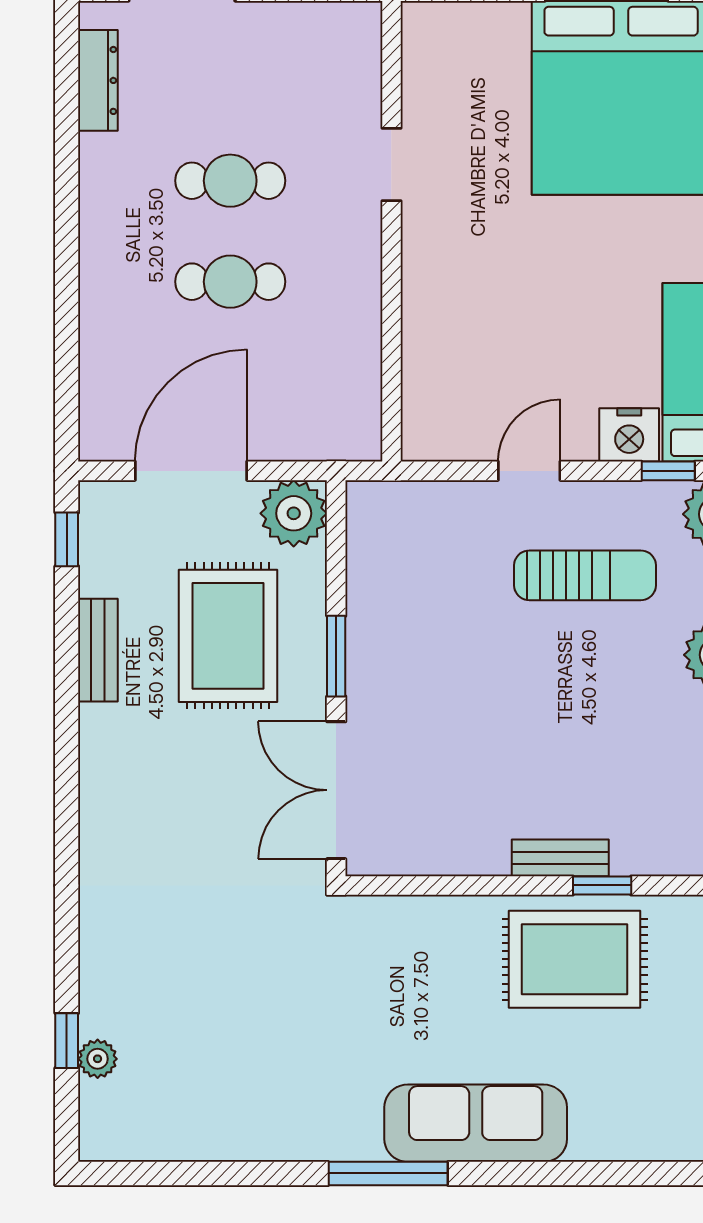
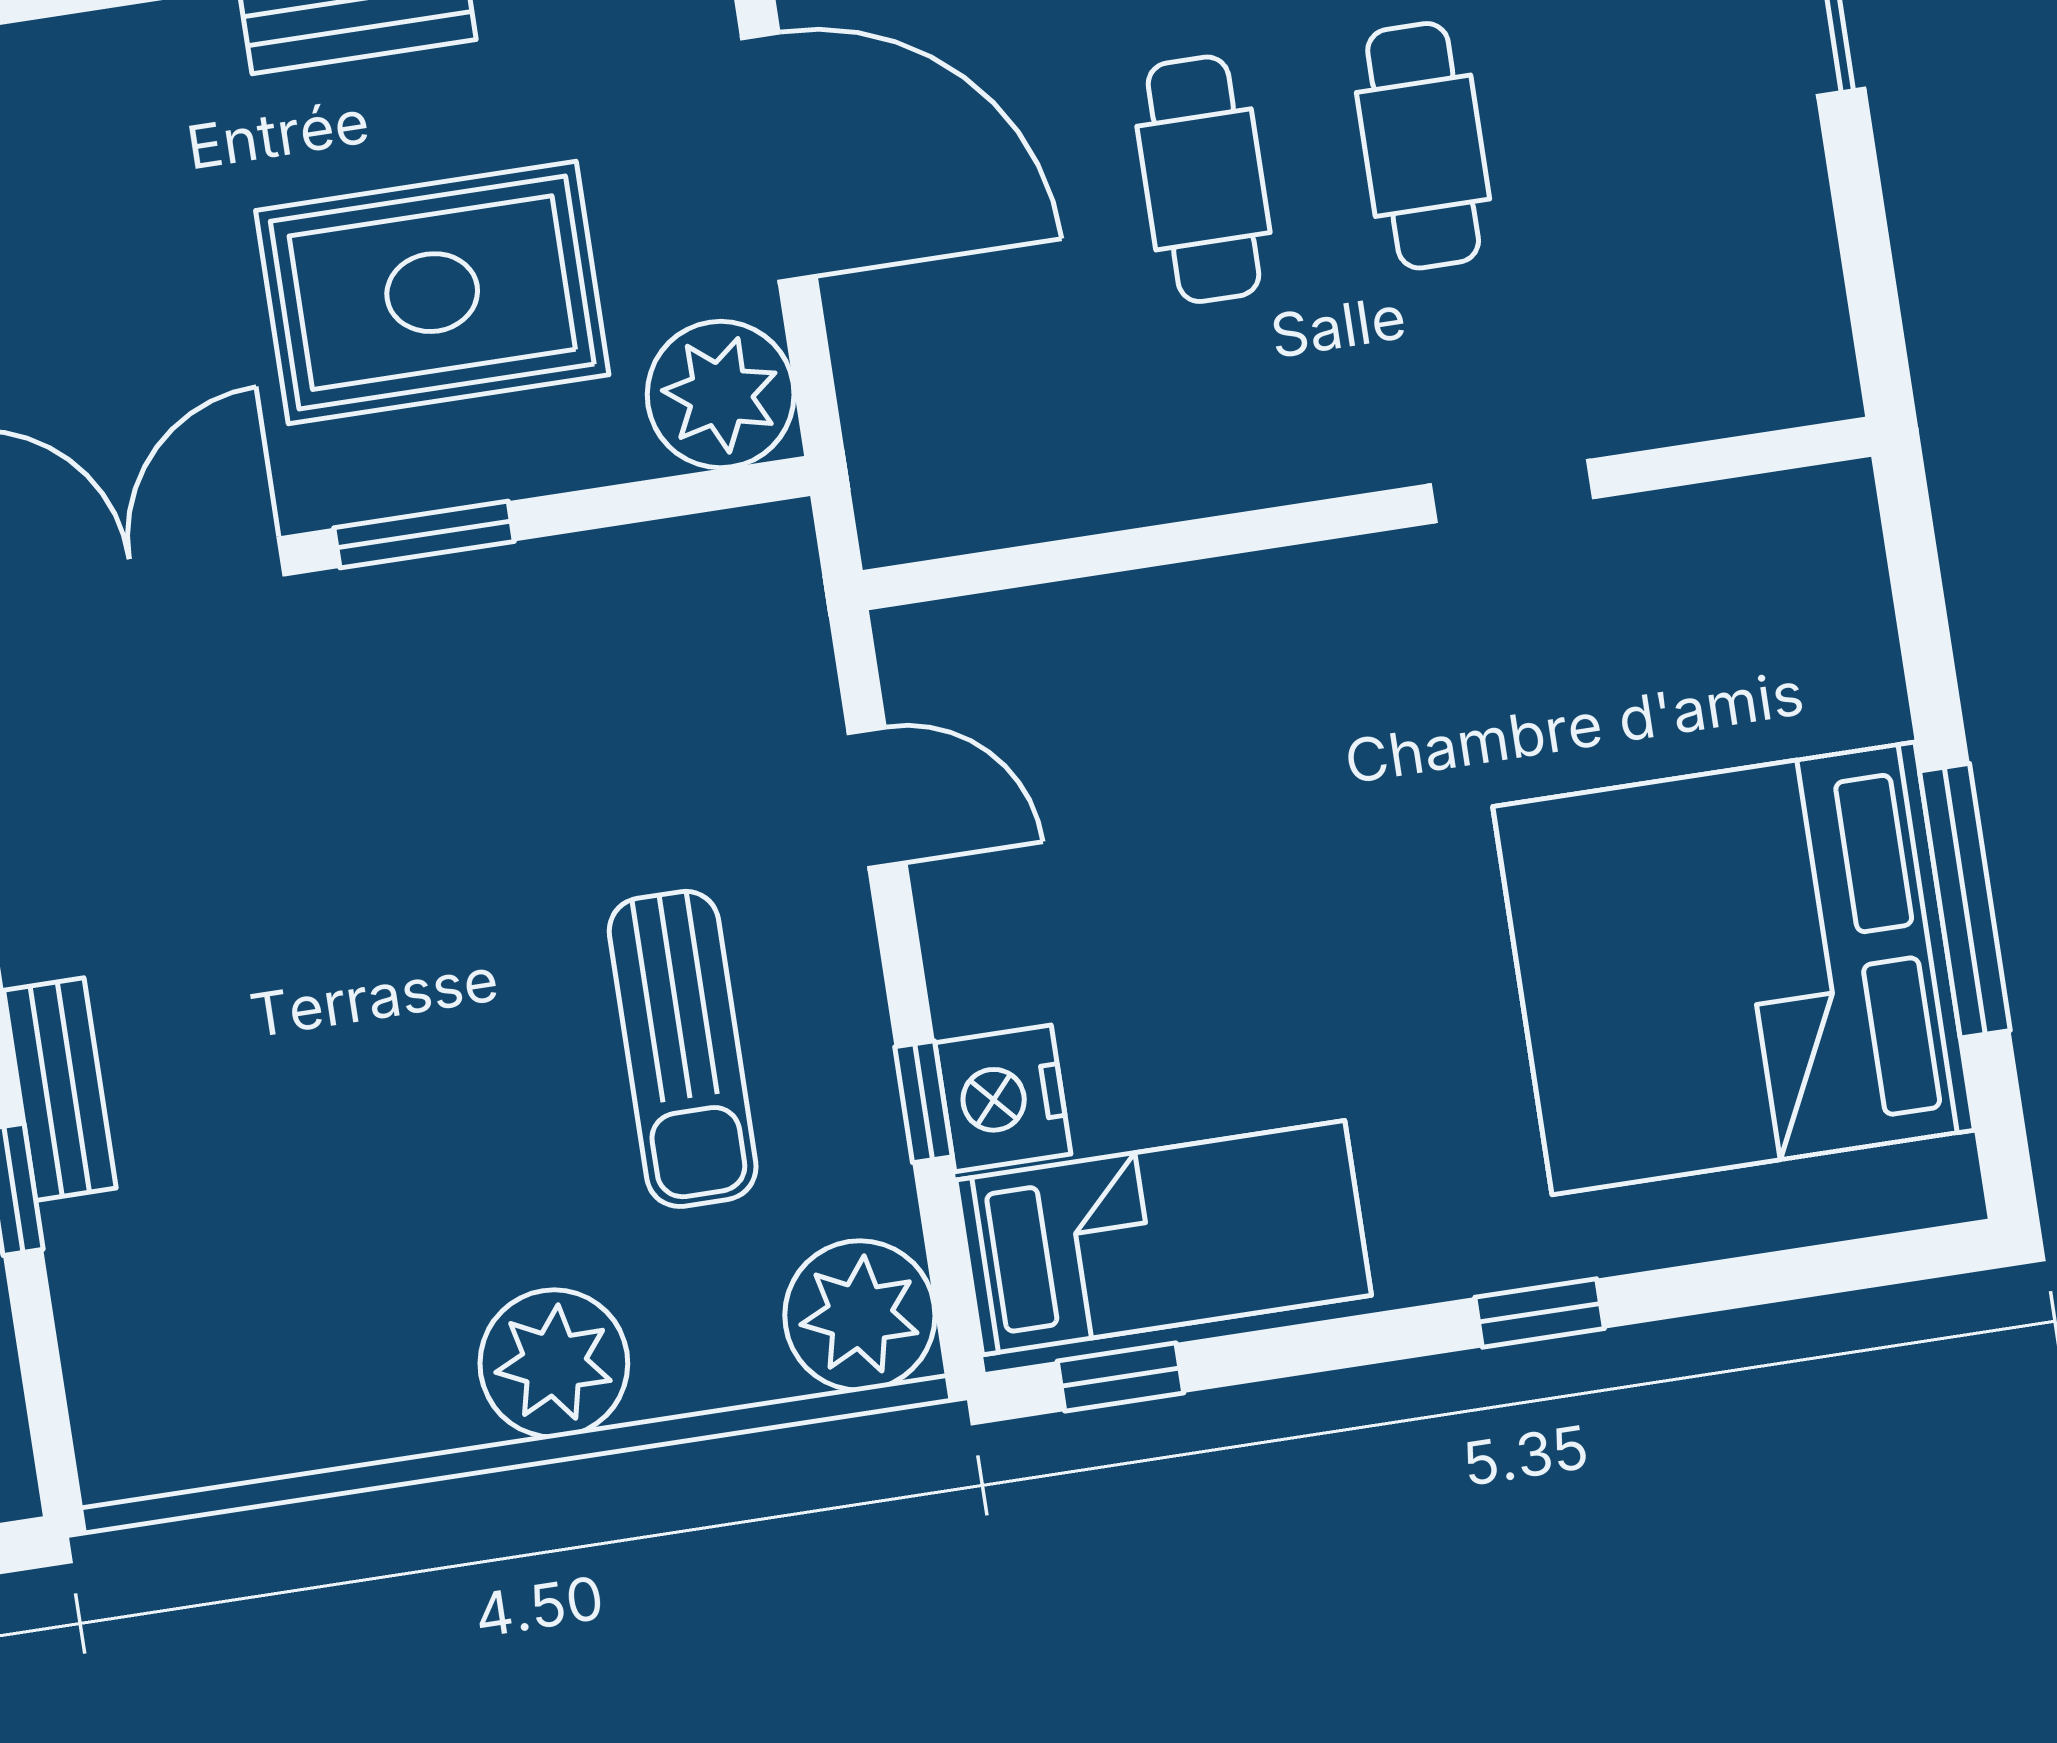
door: (529, 471) -> (877, 798), moved
window: (668, 471) -> (923, 1102), moved

